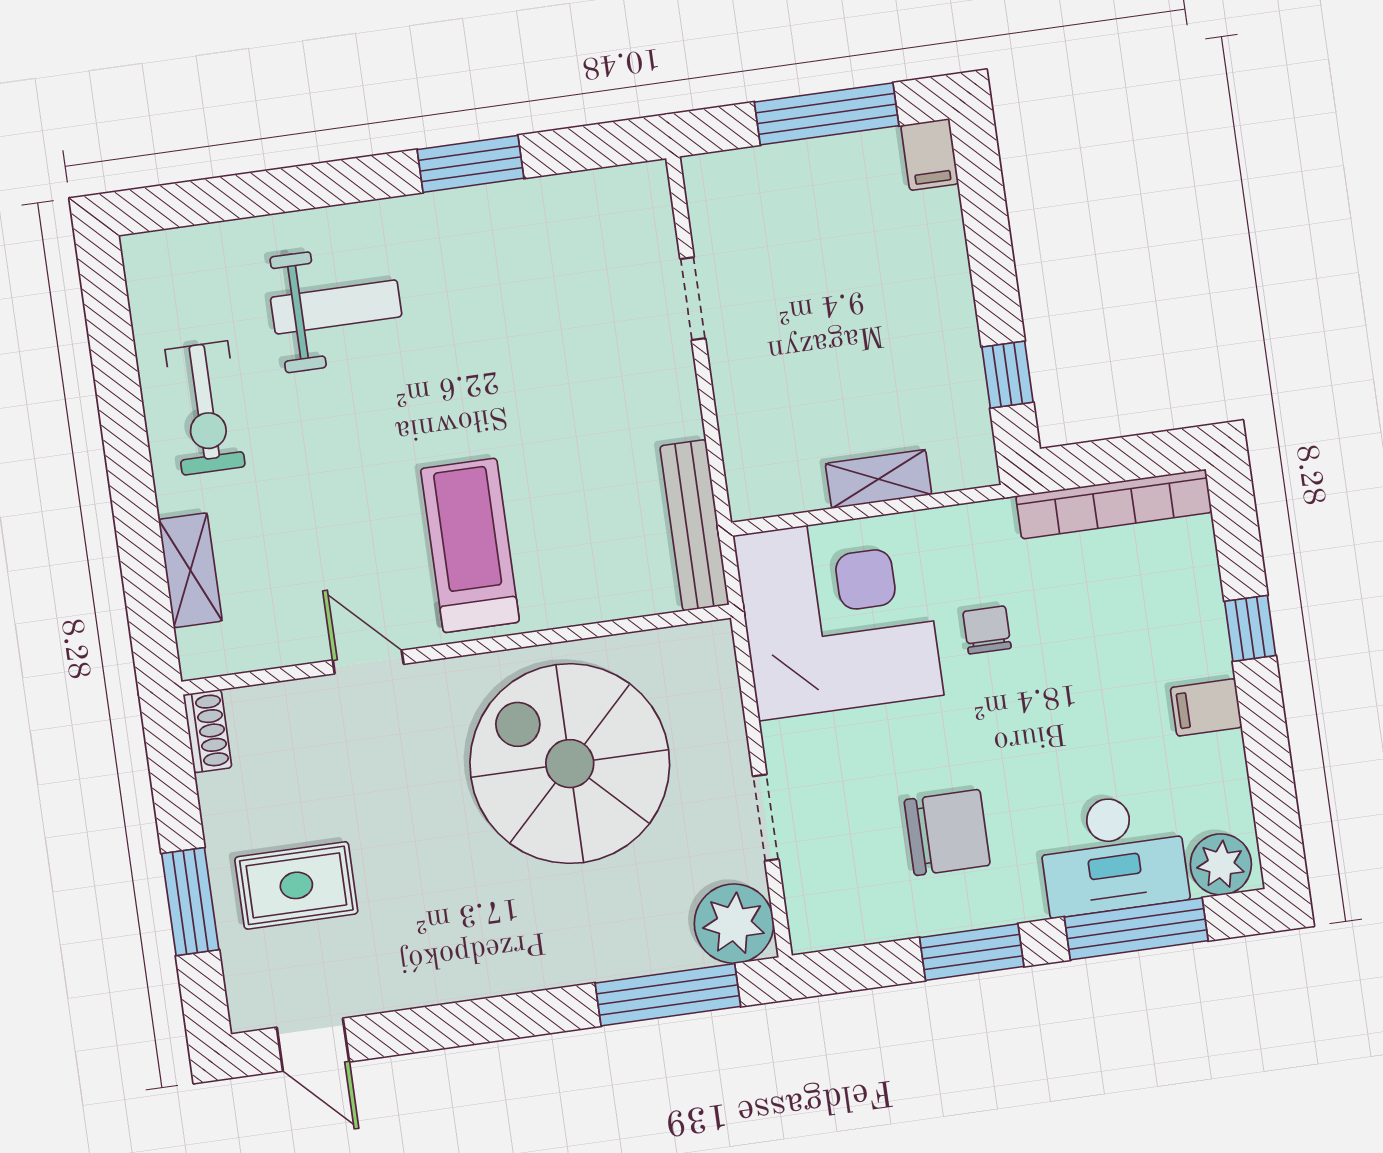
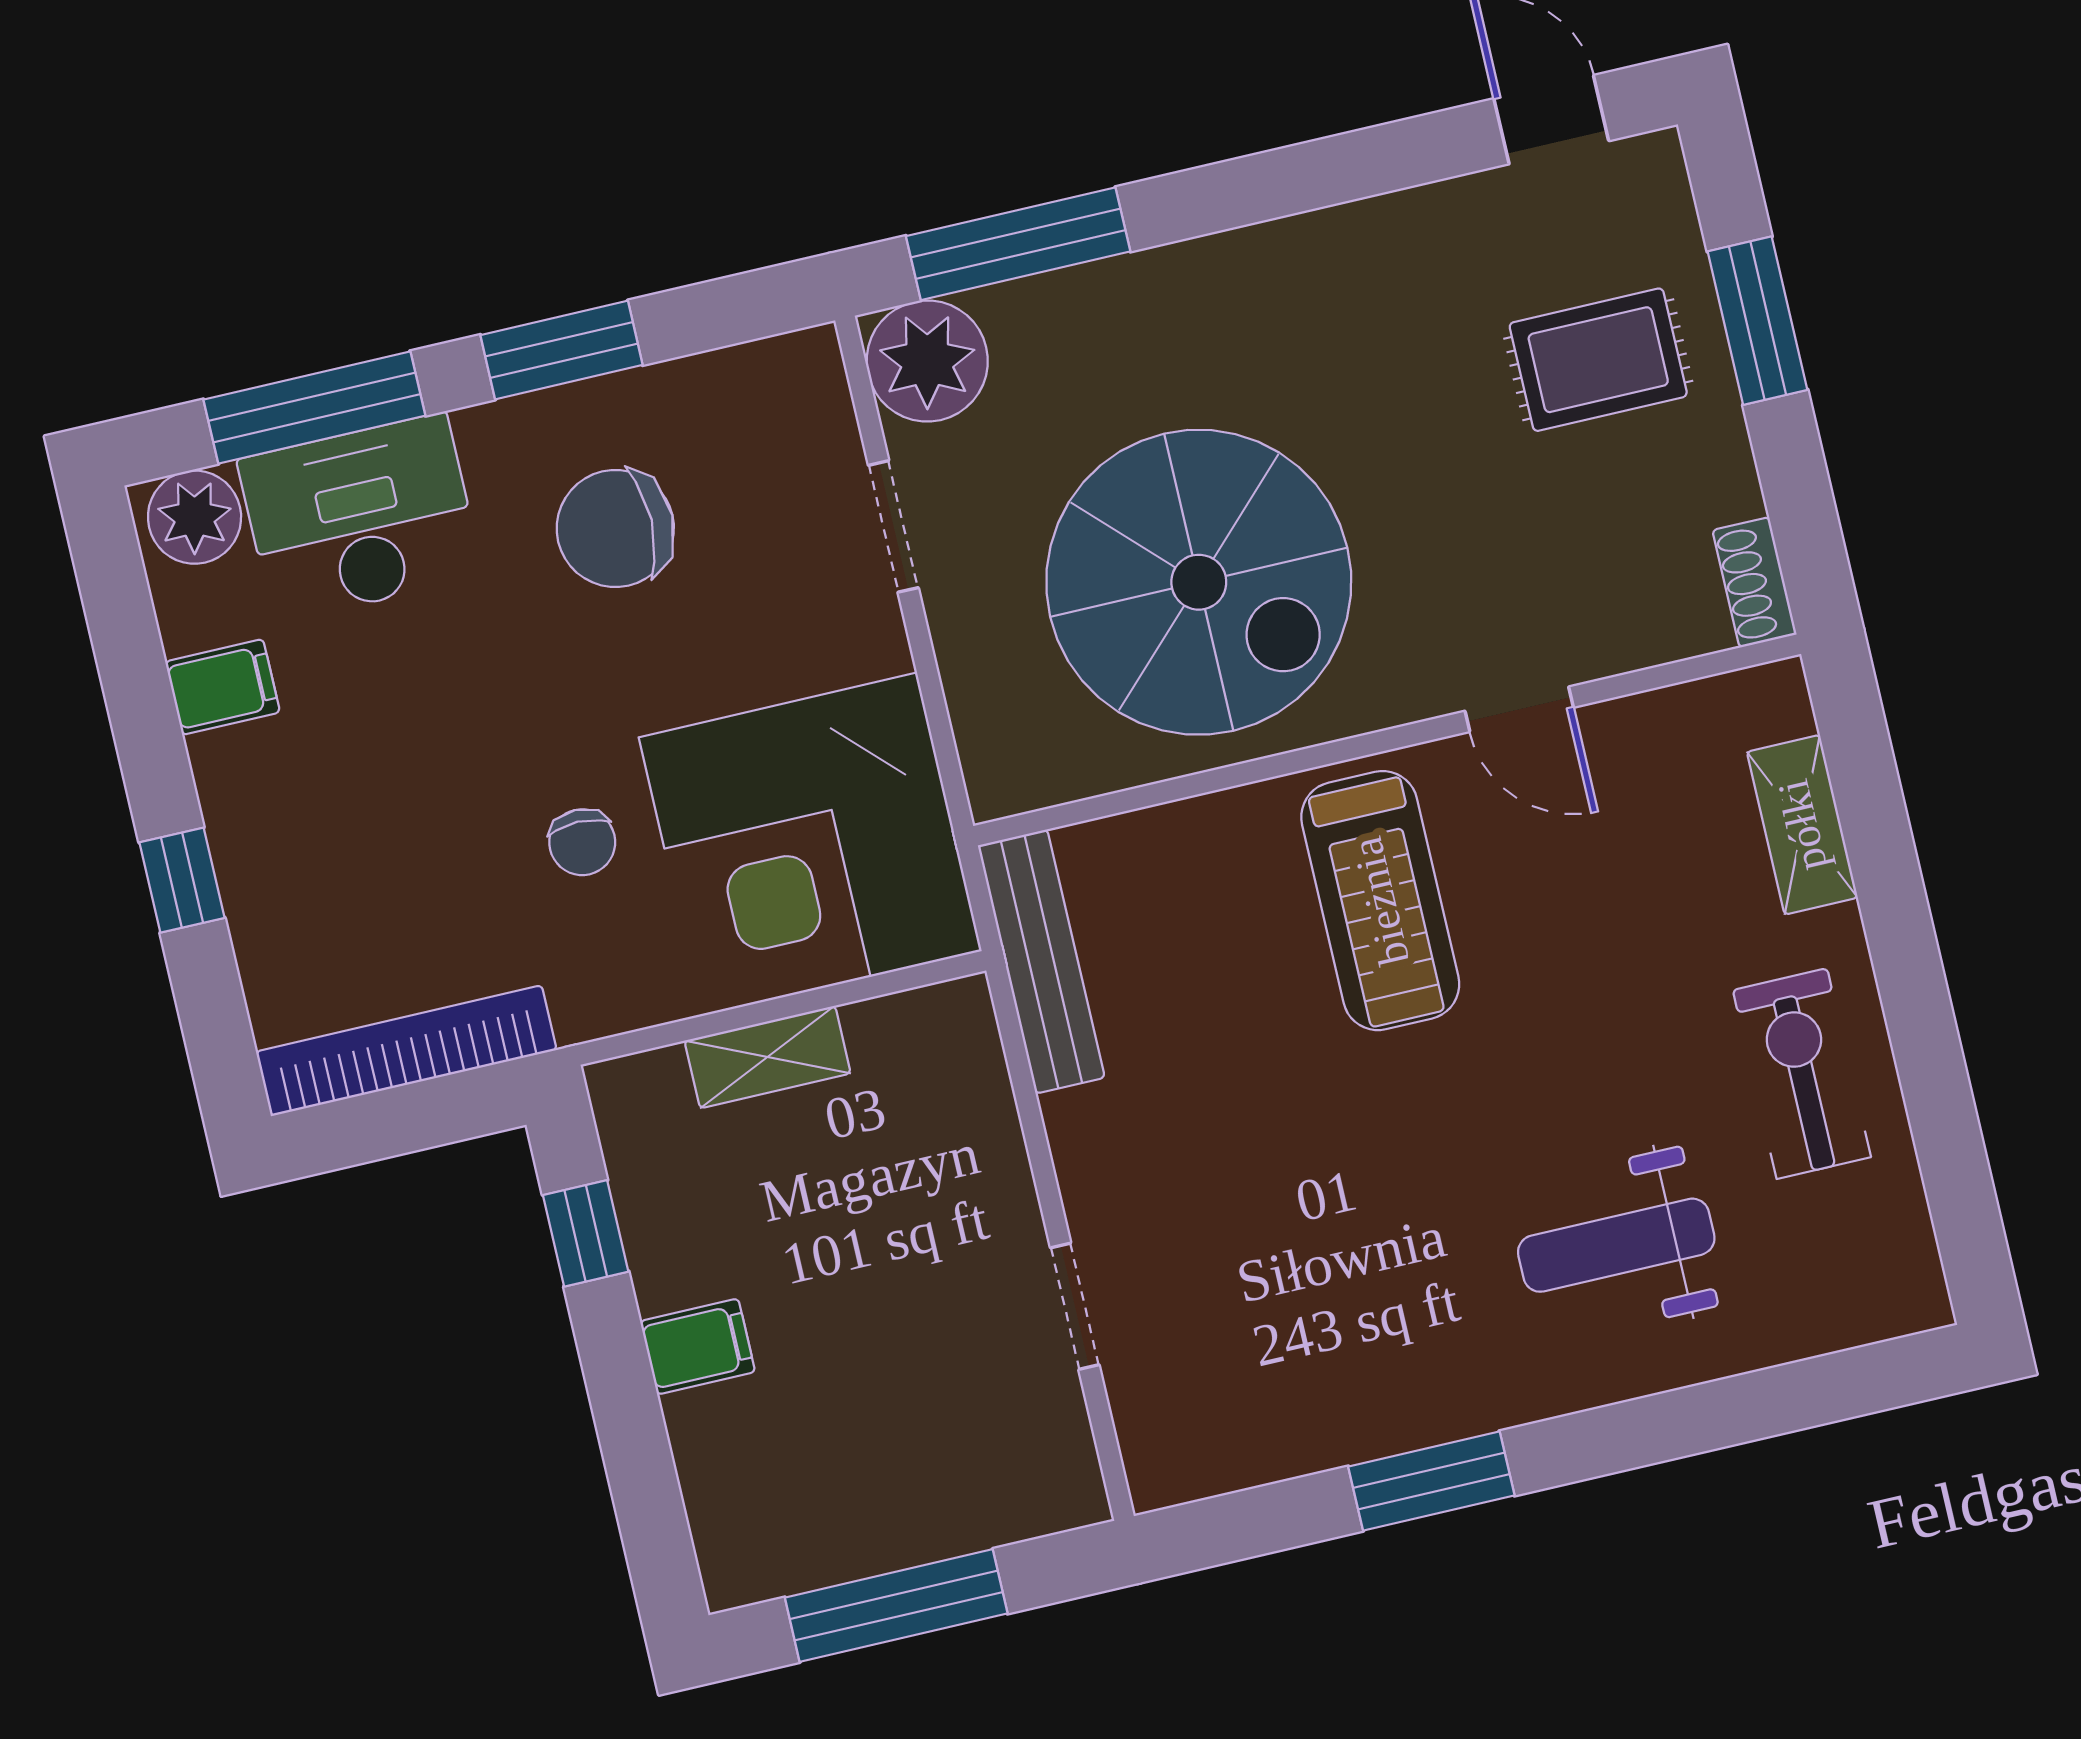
filing cabinet: (930, 155) -> (698, 1346), moved, turned 90
filing cabinet: (1206, 707) -> (223, 687), moved

